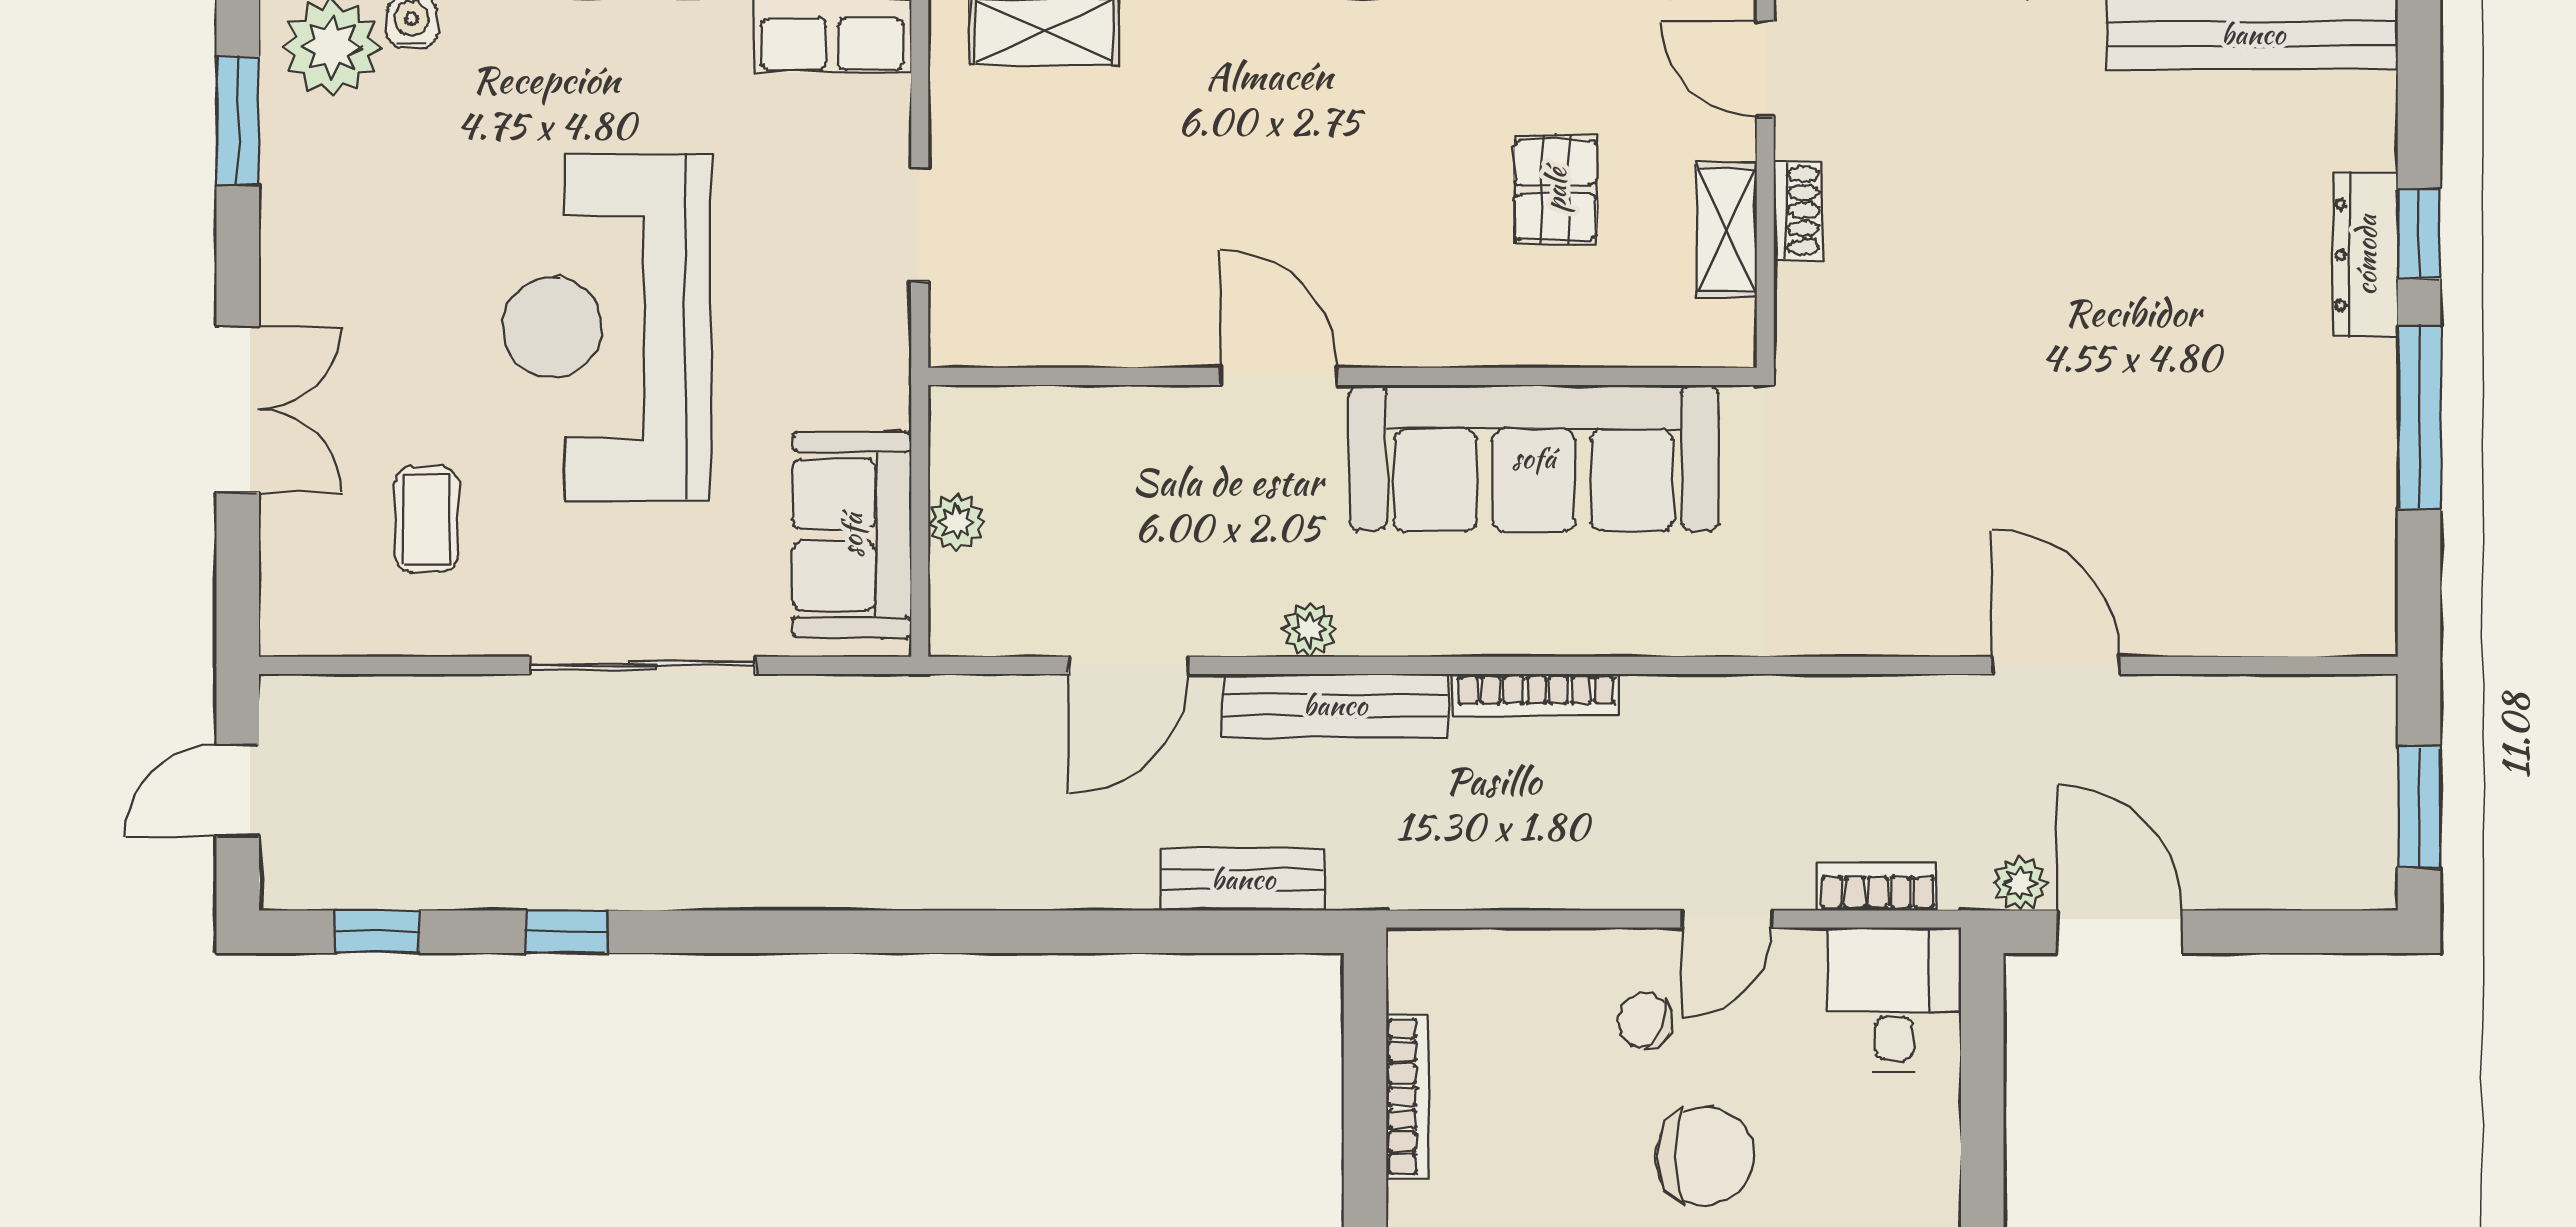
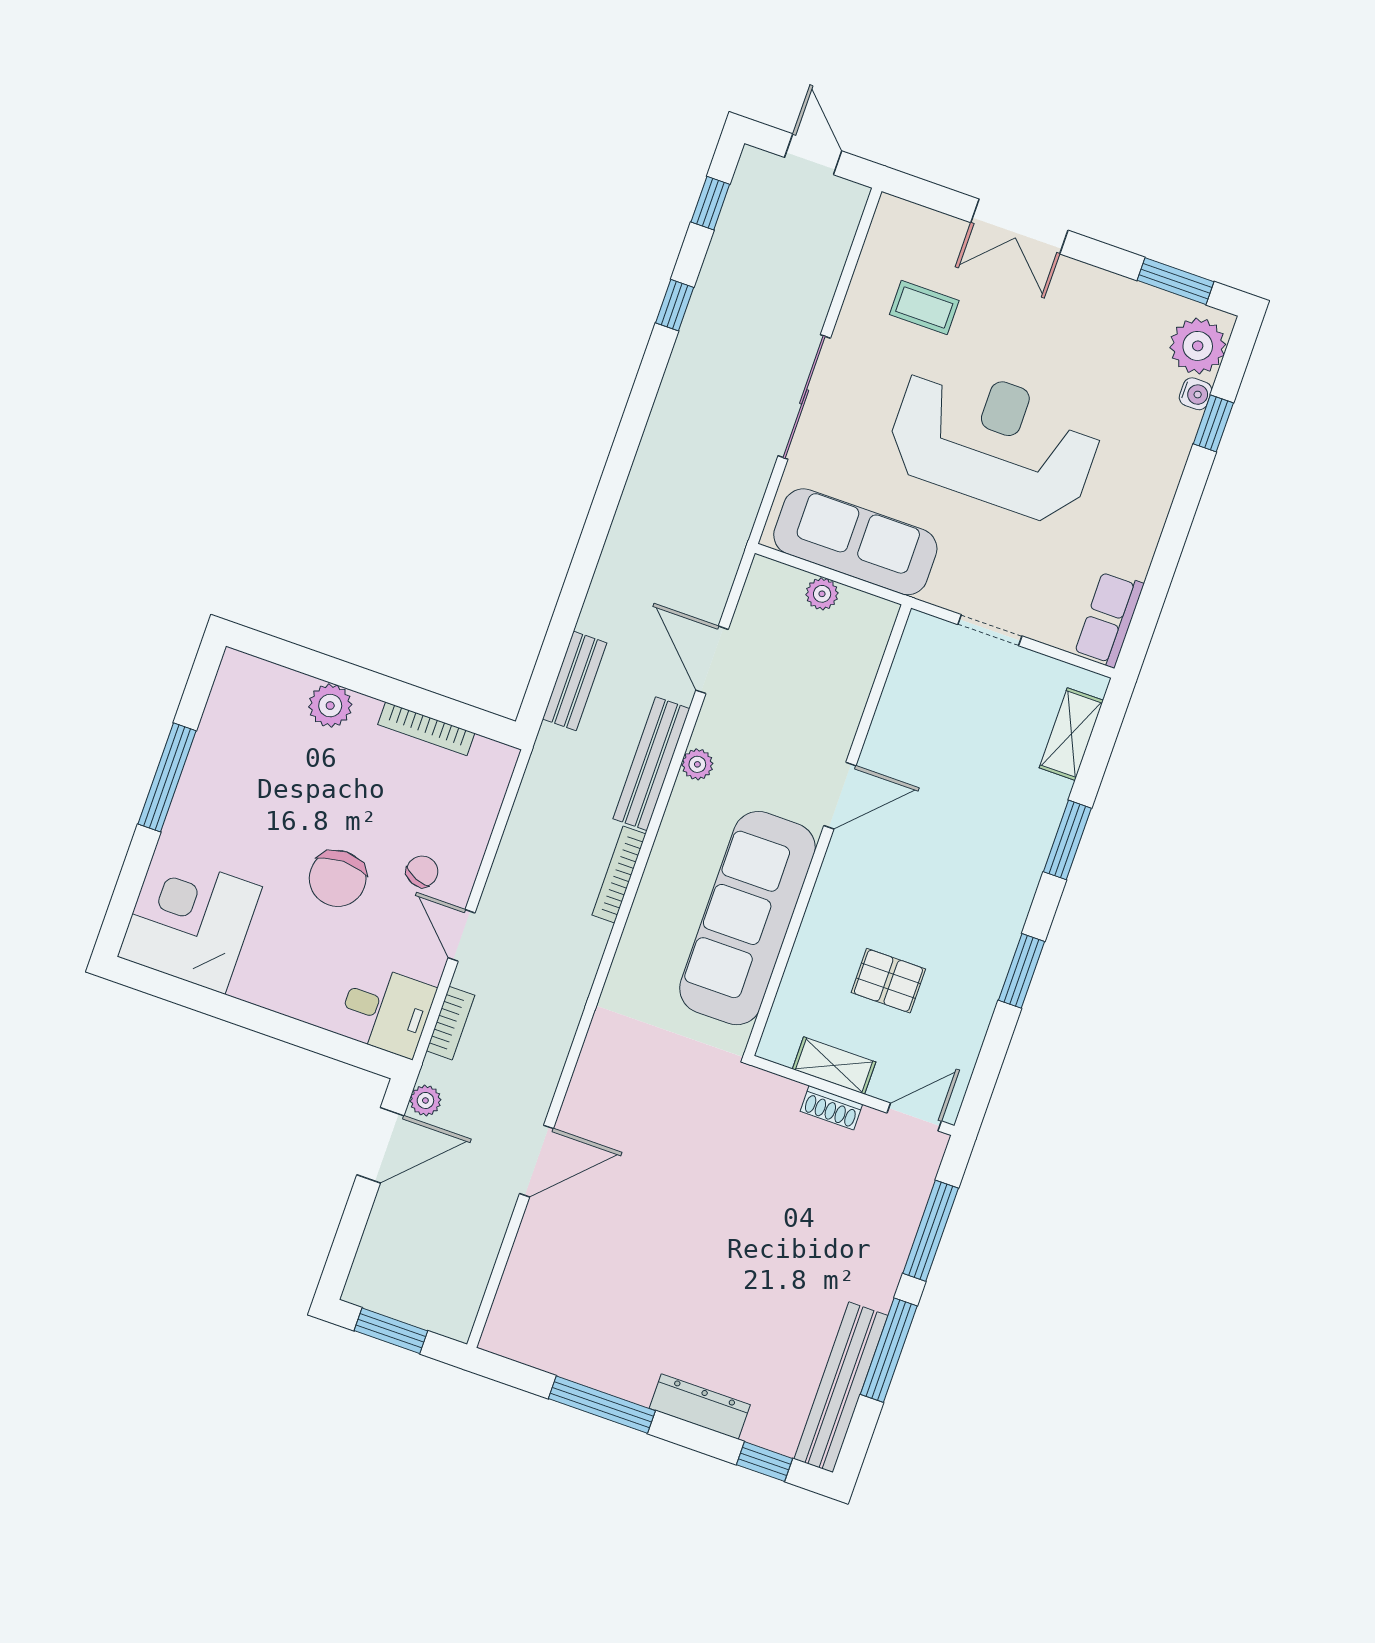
window: (2419, 234) -> (764, 1462), moved
sofa: (852, 535) -> (855, 542), width x1.36

